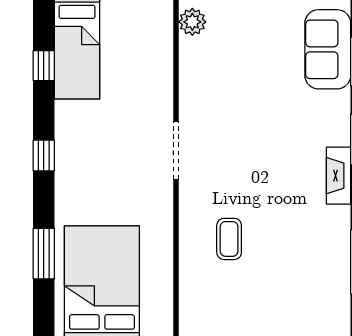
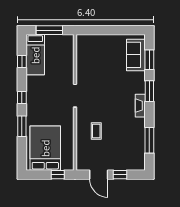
plant: (192, 22) -> (82, 44), removed
window: (44, 254) -> (22, 126), moved

